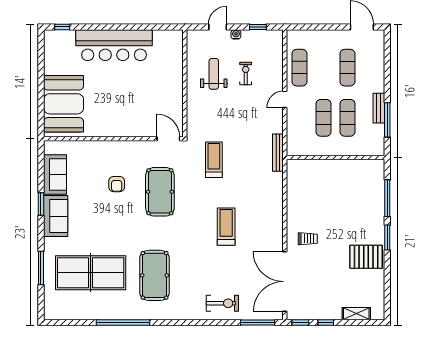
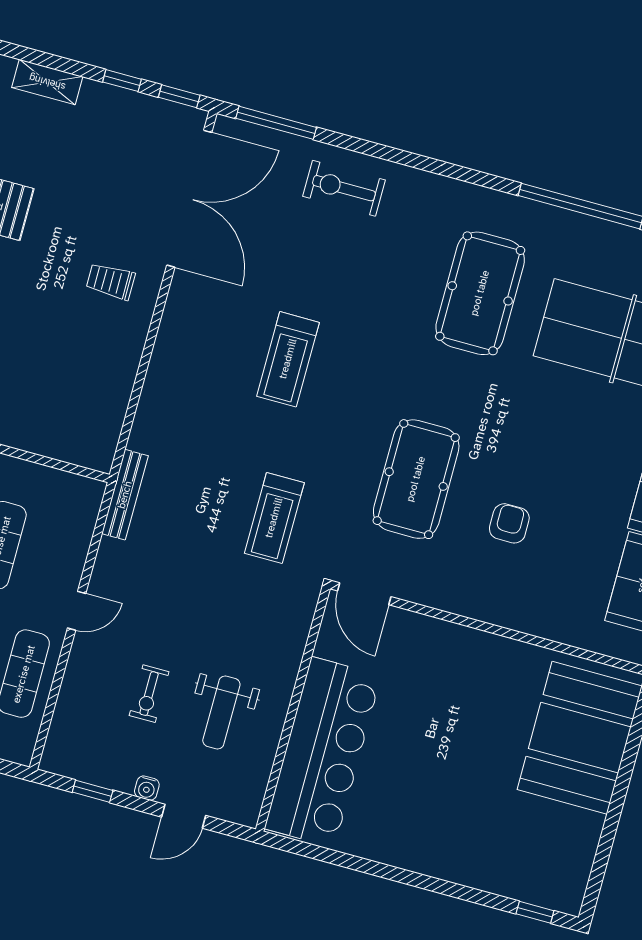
bar counter: (114, 45) -> (323, 752), moved, turned 90

